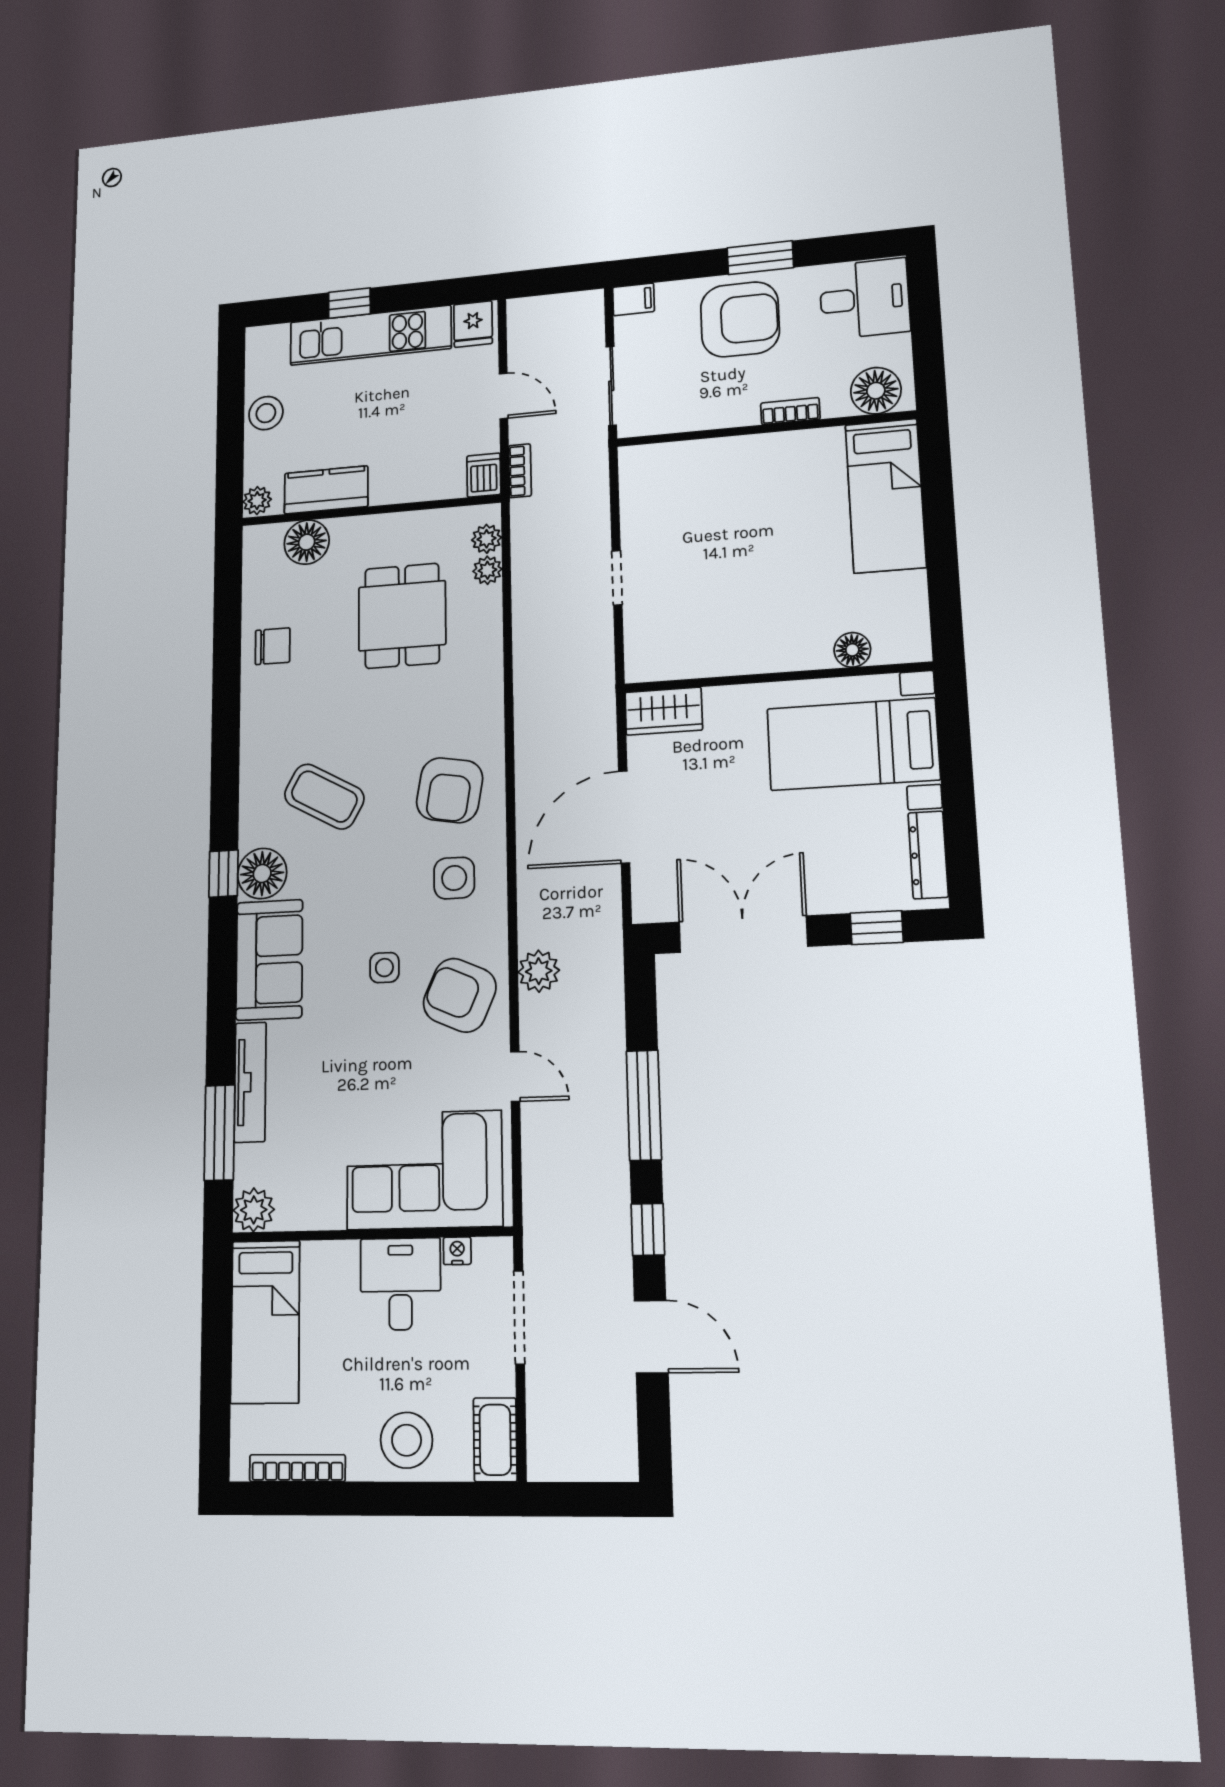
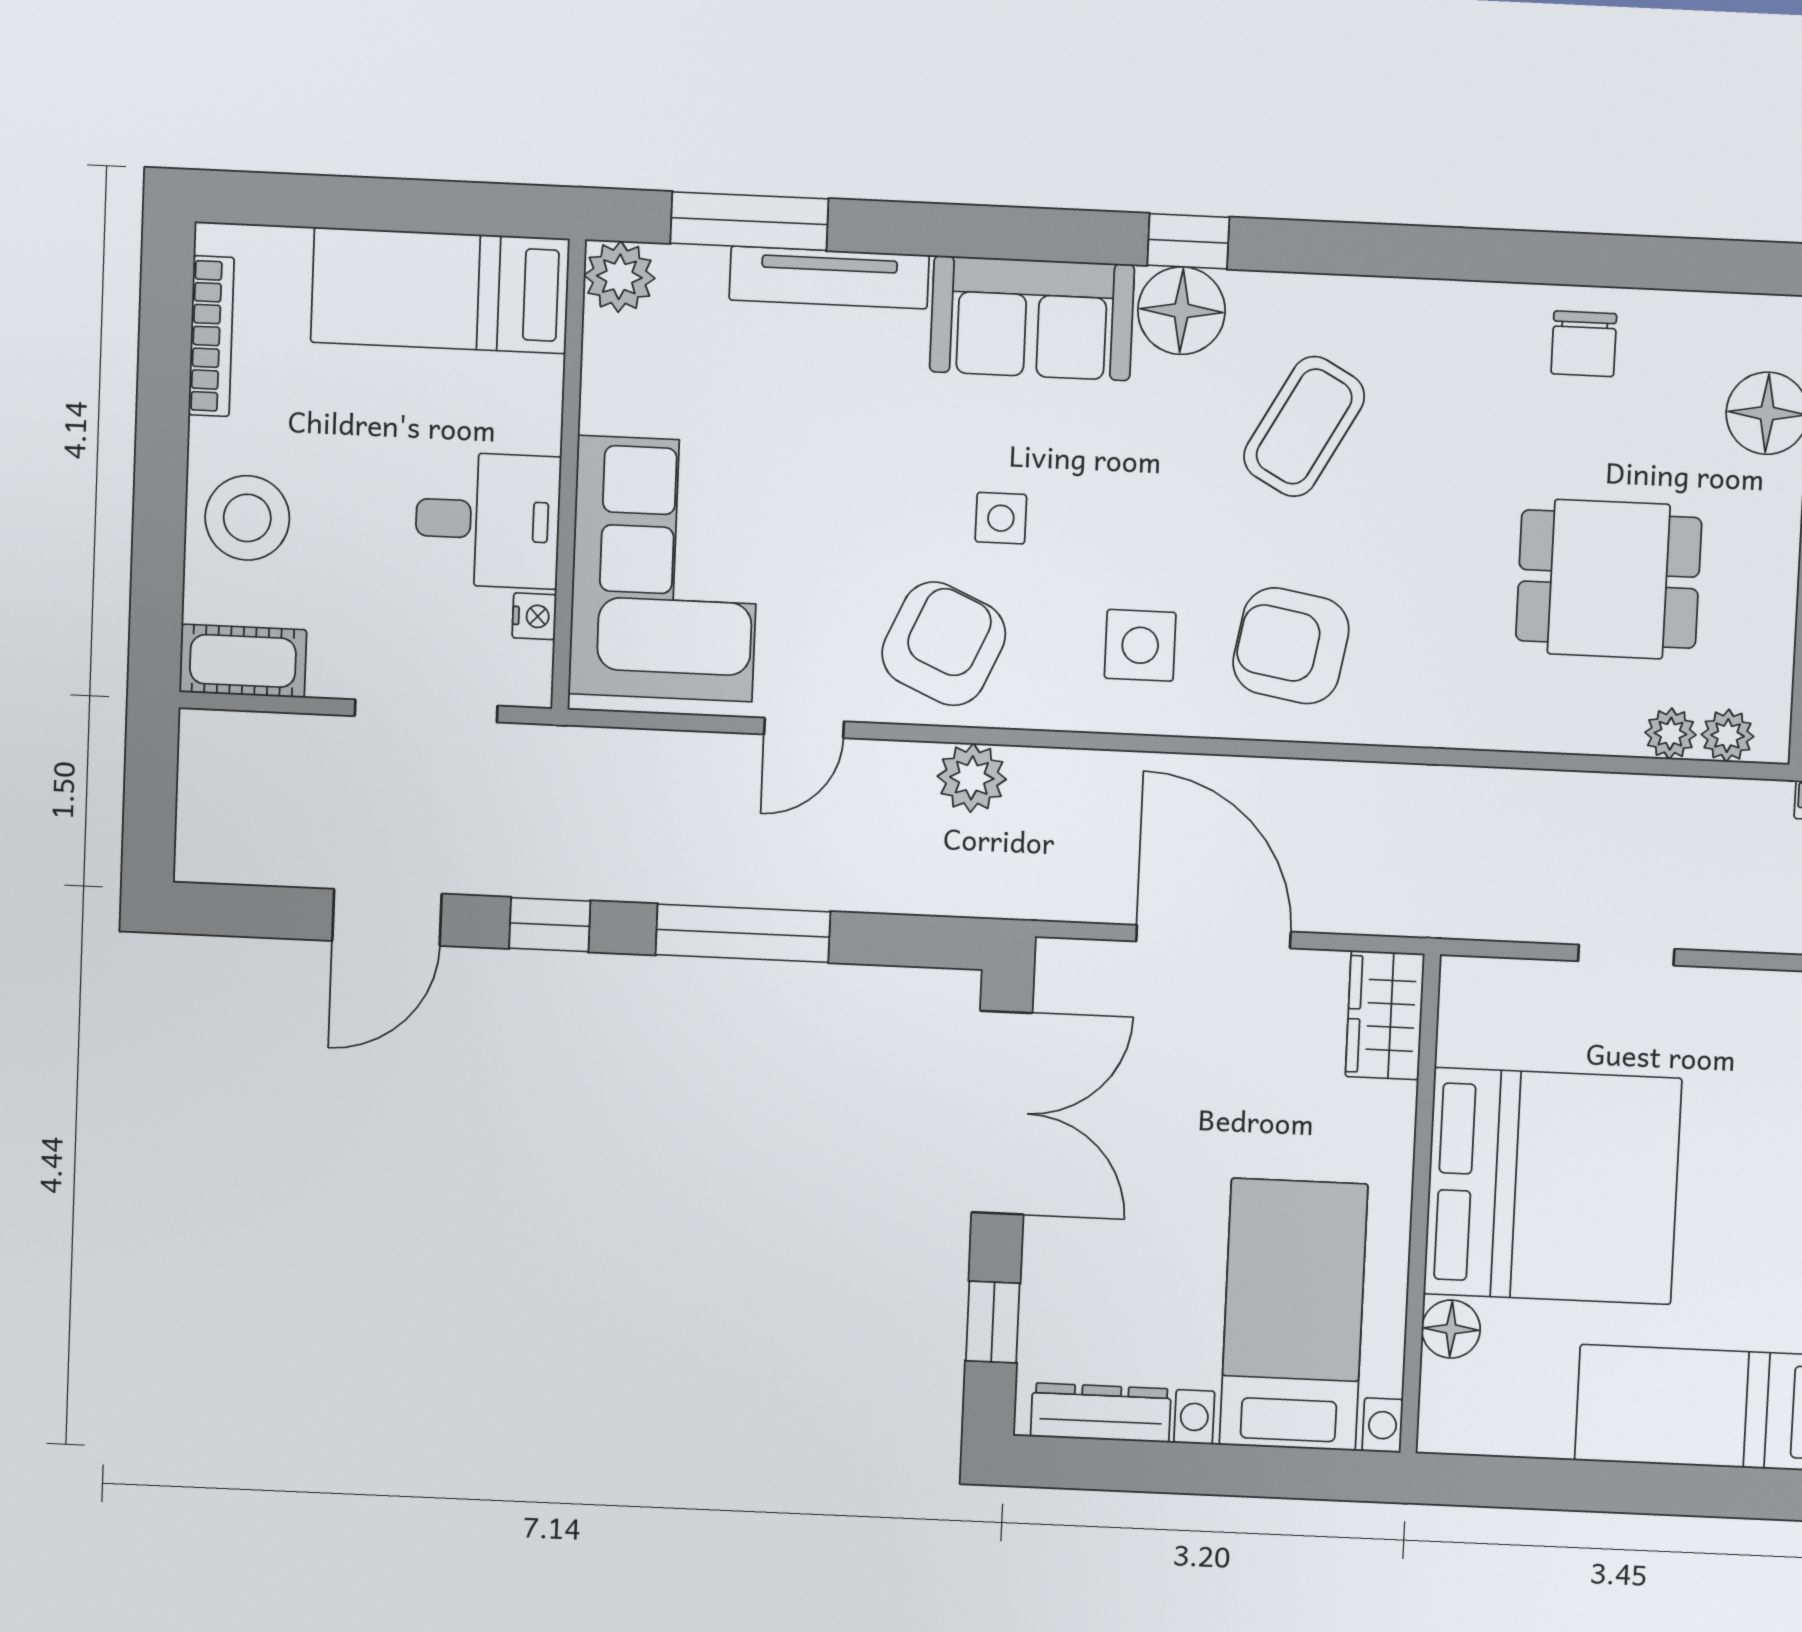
bed: (758, 602) -> (1553, 1186), added

